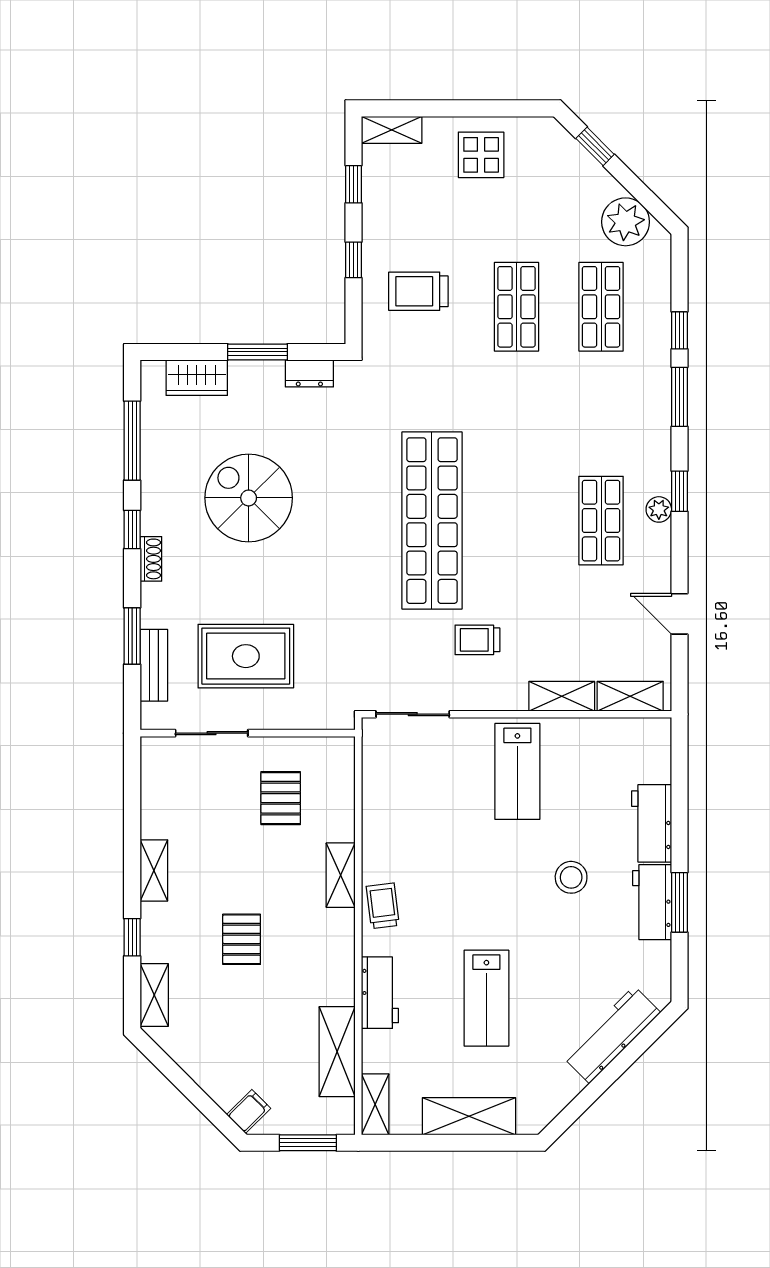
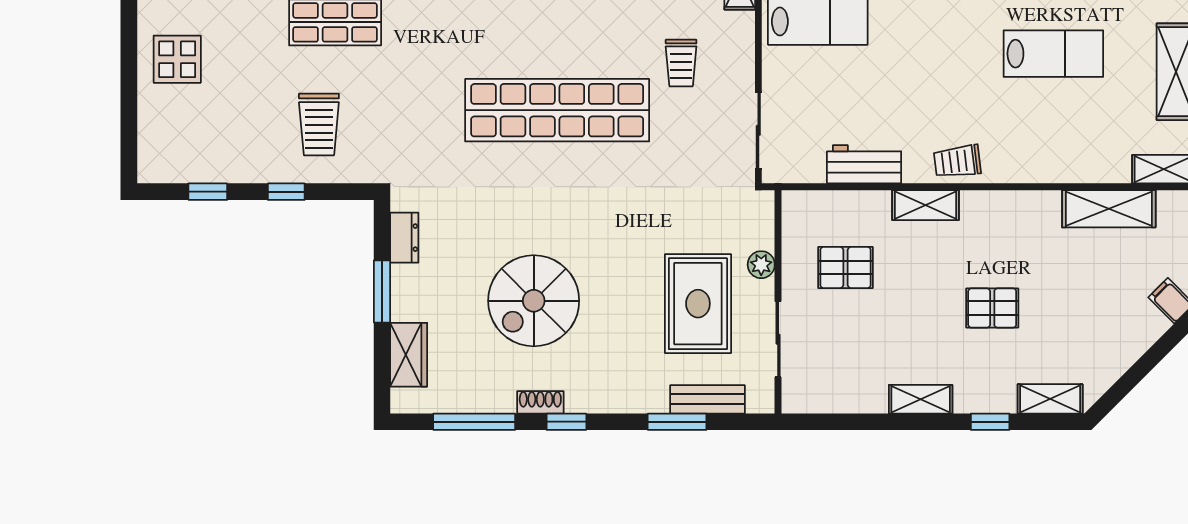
shelving: (392, 130) -> (151, 152), removed
shoe rack: (151, 559) -> (540, 402), moved
plant: (283, 717) -> (761, 265), added
workbench: (380, 993) -> (864, 164), moved

